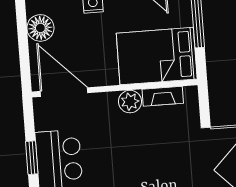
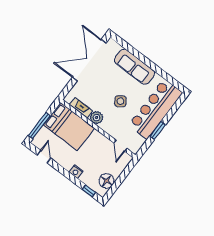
door: (64, 92) -> (120, 146), width x0.53
side table: (117, 152) -> (120, 101), added

